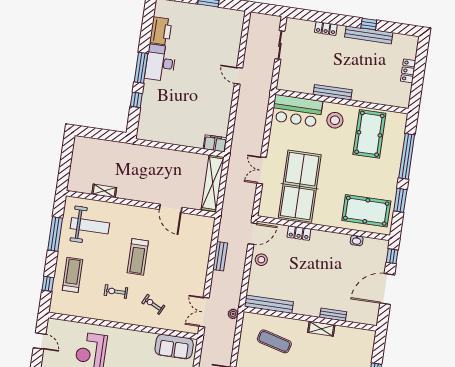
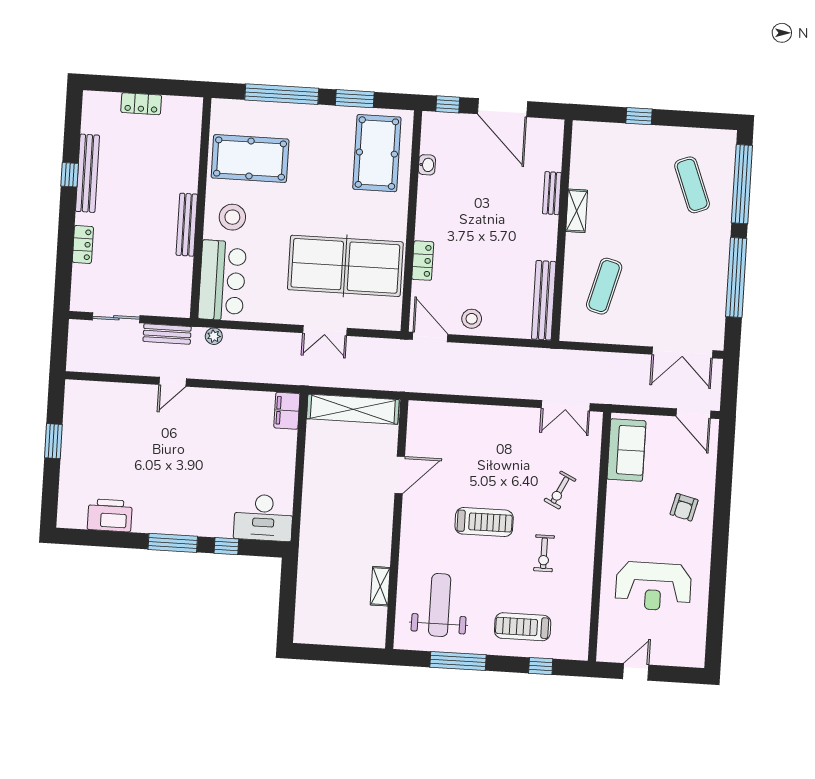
desk: (161, 63) -> (263, 518), moved
bench: (220, 256) -> (167, 334), moved
plant: (233, 314) -> (214, 336), moved

